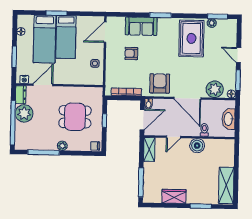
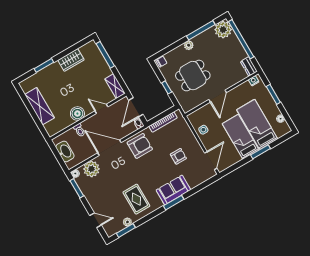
sofa: (141, 26) -> (173, 190), moved
rug: (191, 38) -> (136, 199), width x0.73, depth x0.70
door: (239, 55) -> (96, 220), moved
armchair: (160, 83) -> (140, 146), turned -90
door: (43, 85) -> (218, 96), moved
plant: (24, 113) -> (223, 30), moved
door: (173, 137) -> (101, 109), hinge flipped
shelving: (226, 185) -> (40, 106), moved

